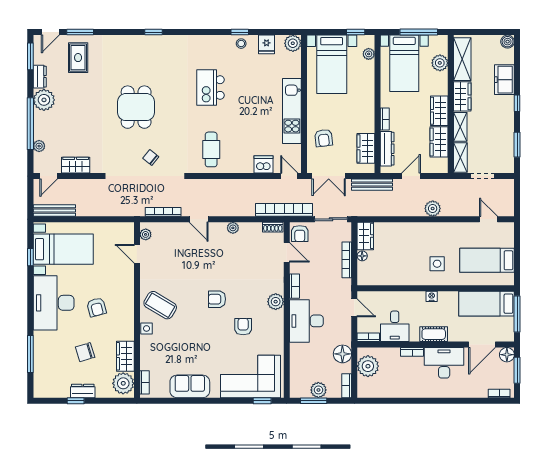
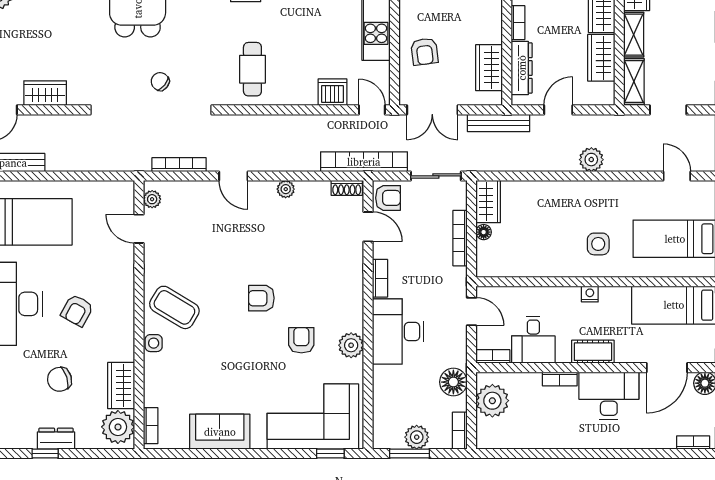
armchair: (300, 234) -> (388, 198), turned -90
plant: (276, 302) -> (351, 345), moved
armchair: (97, 307) -> (77, 310), turned 44

